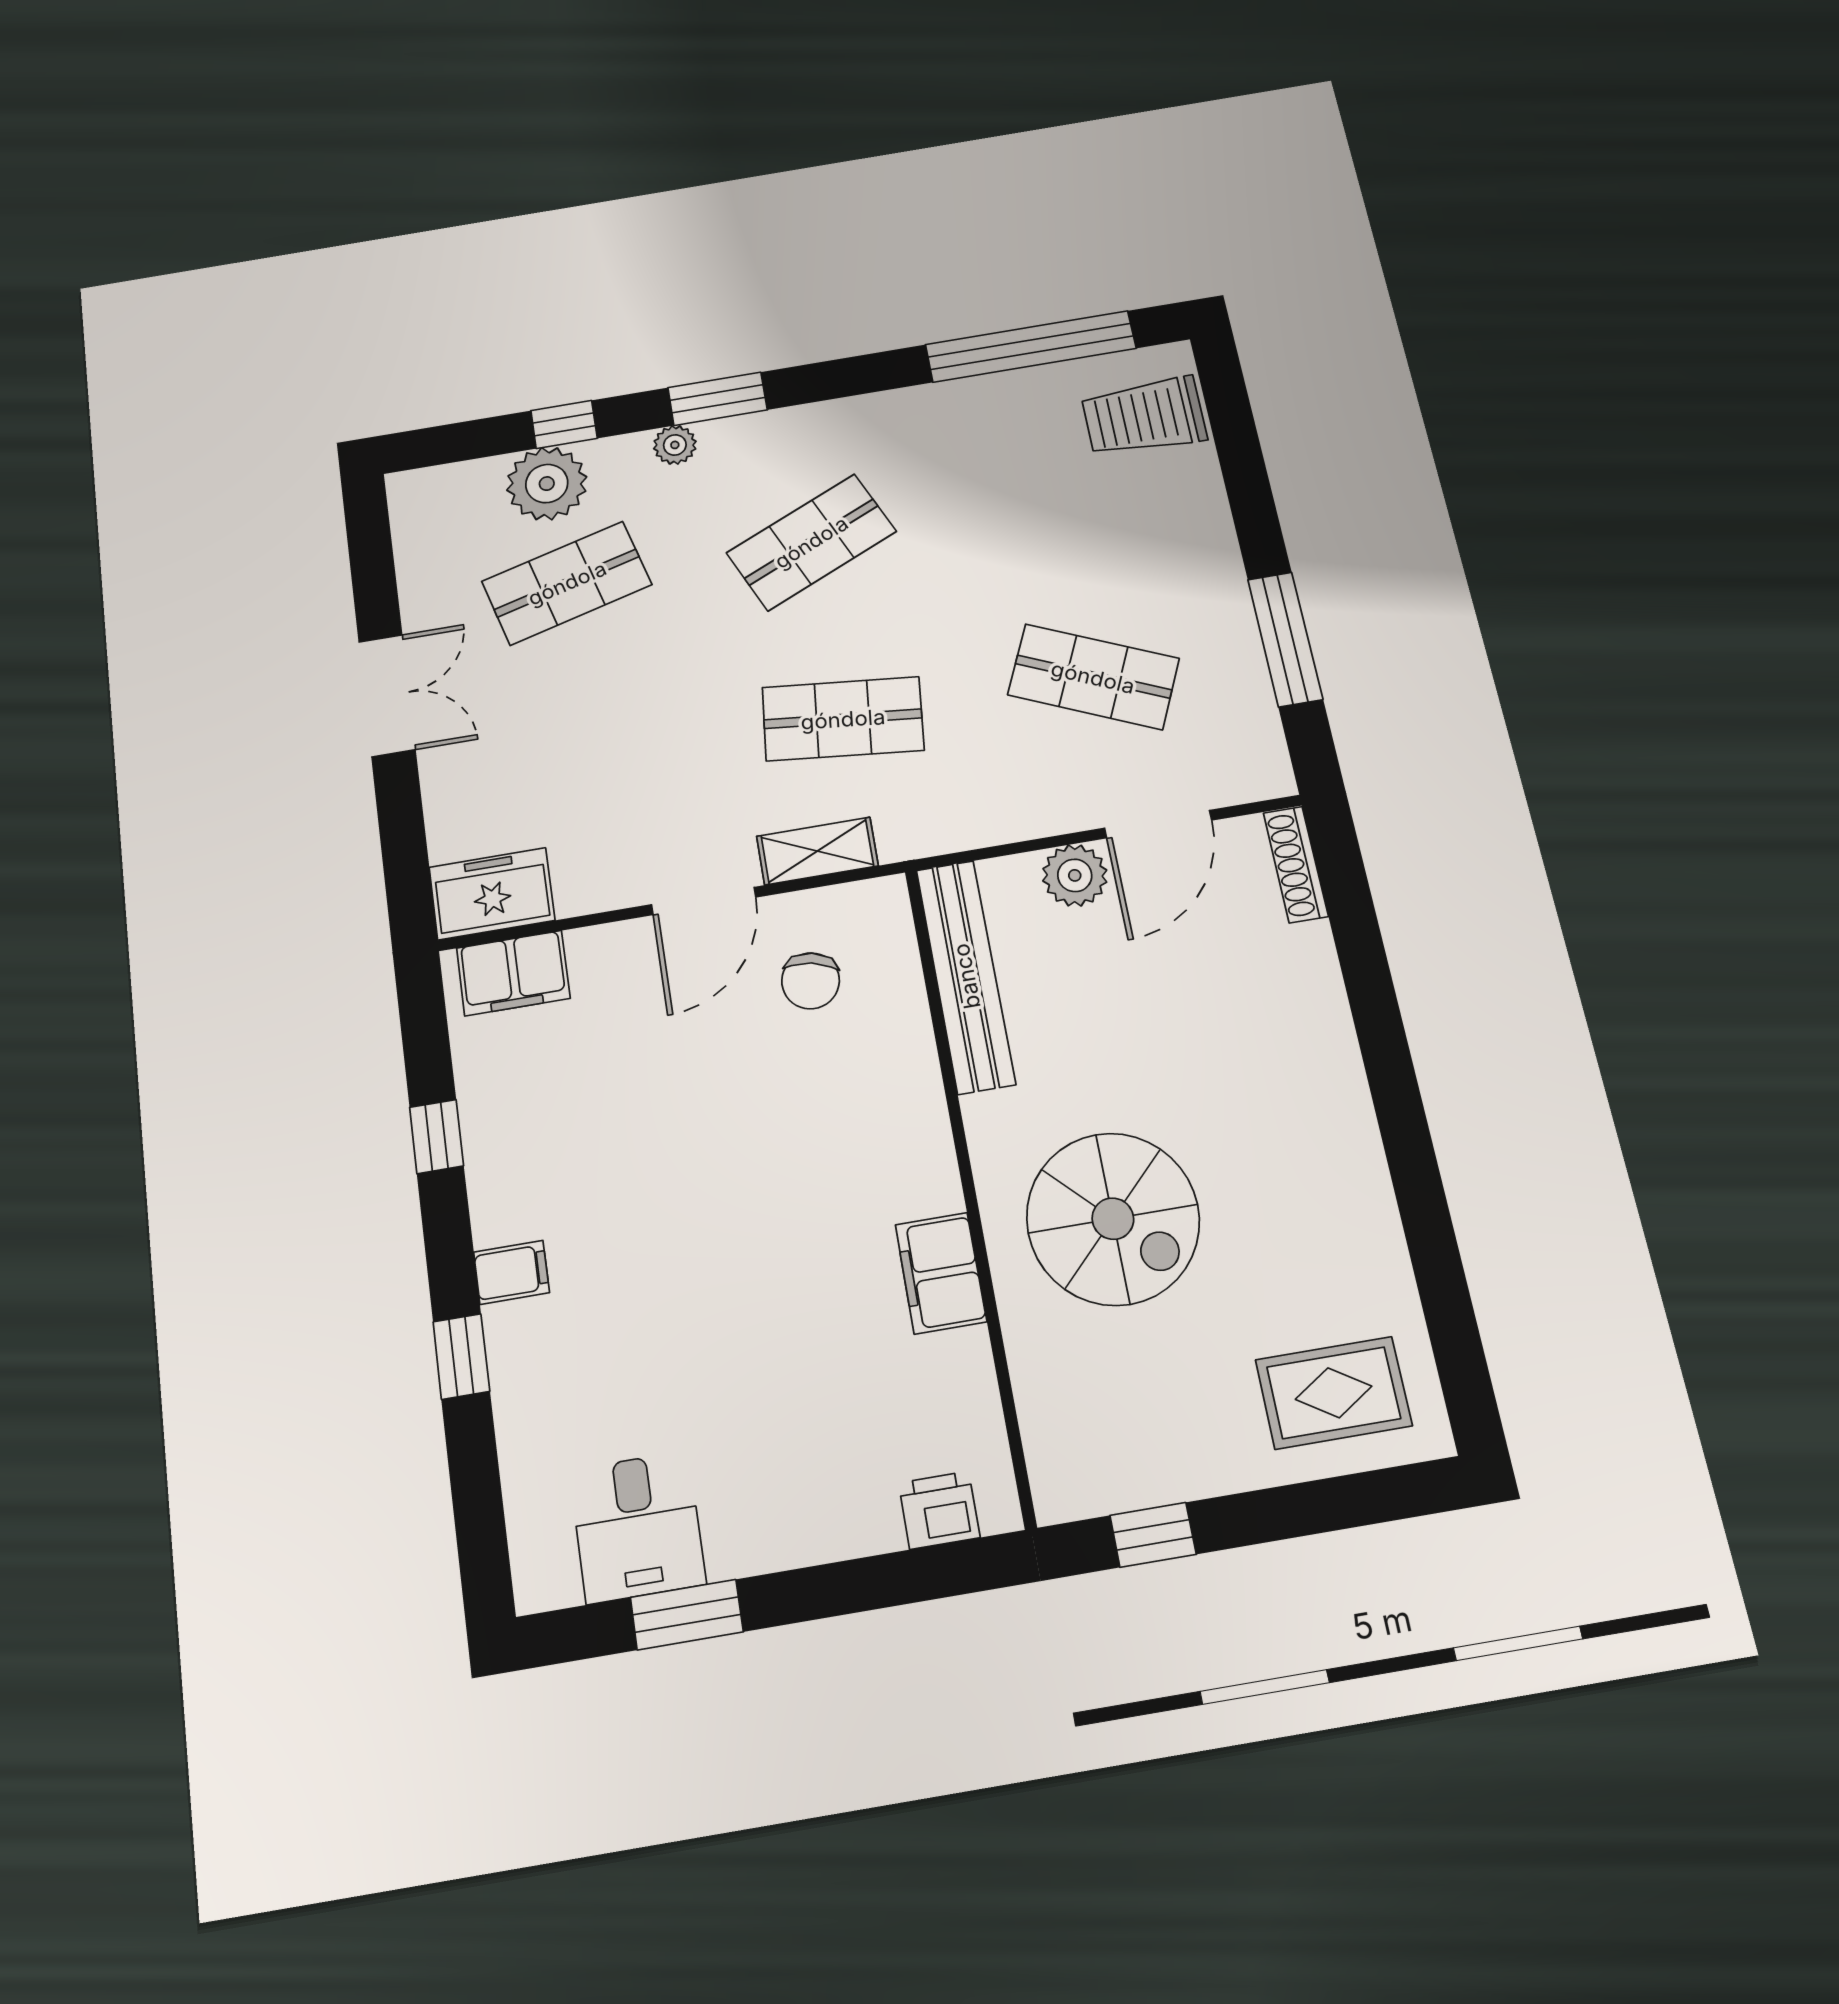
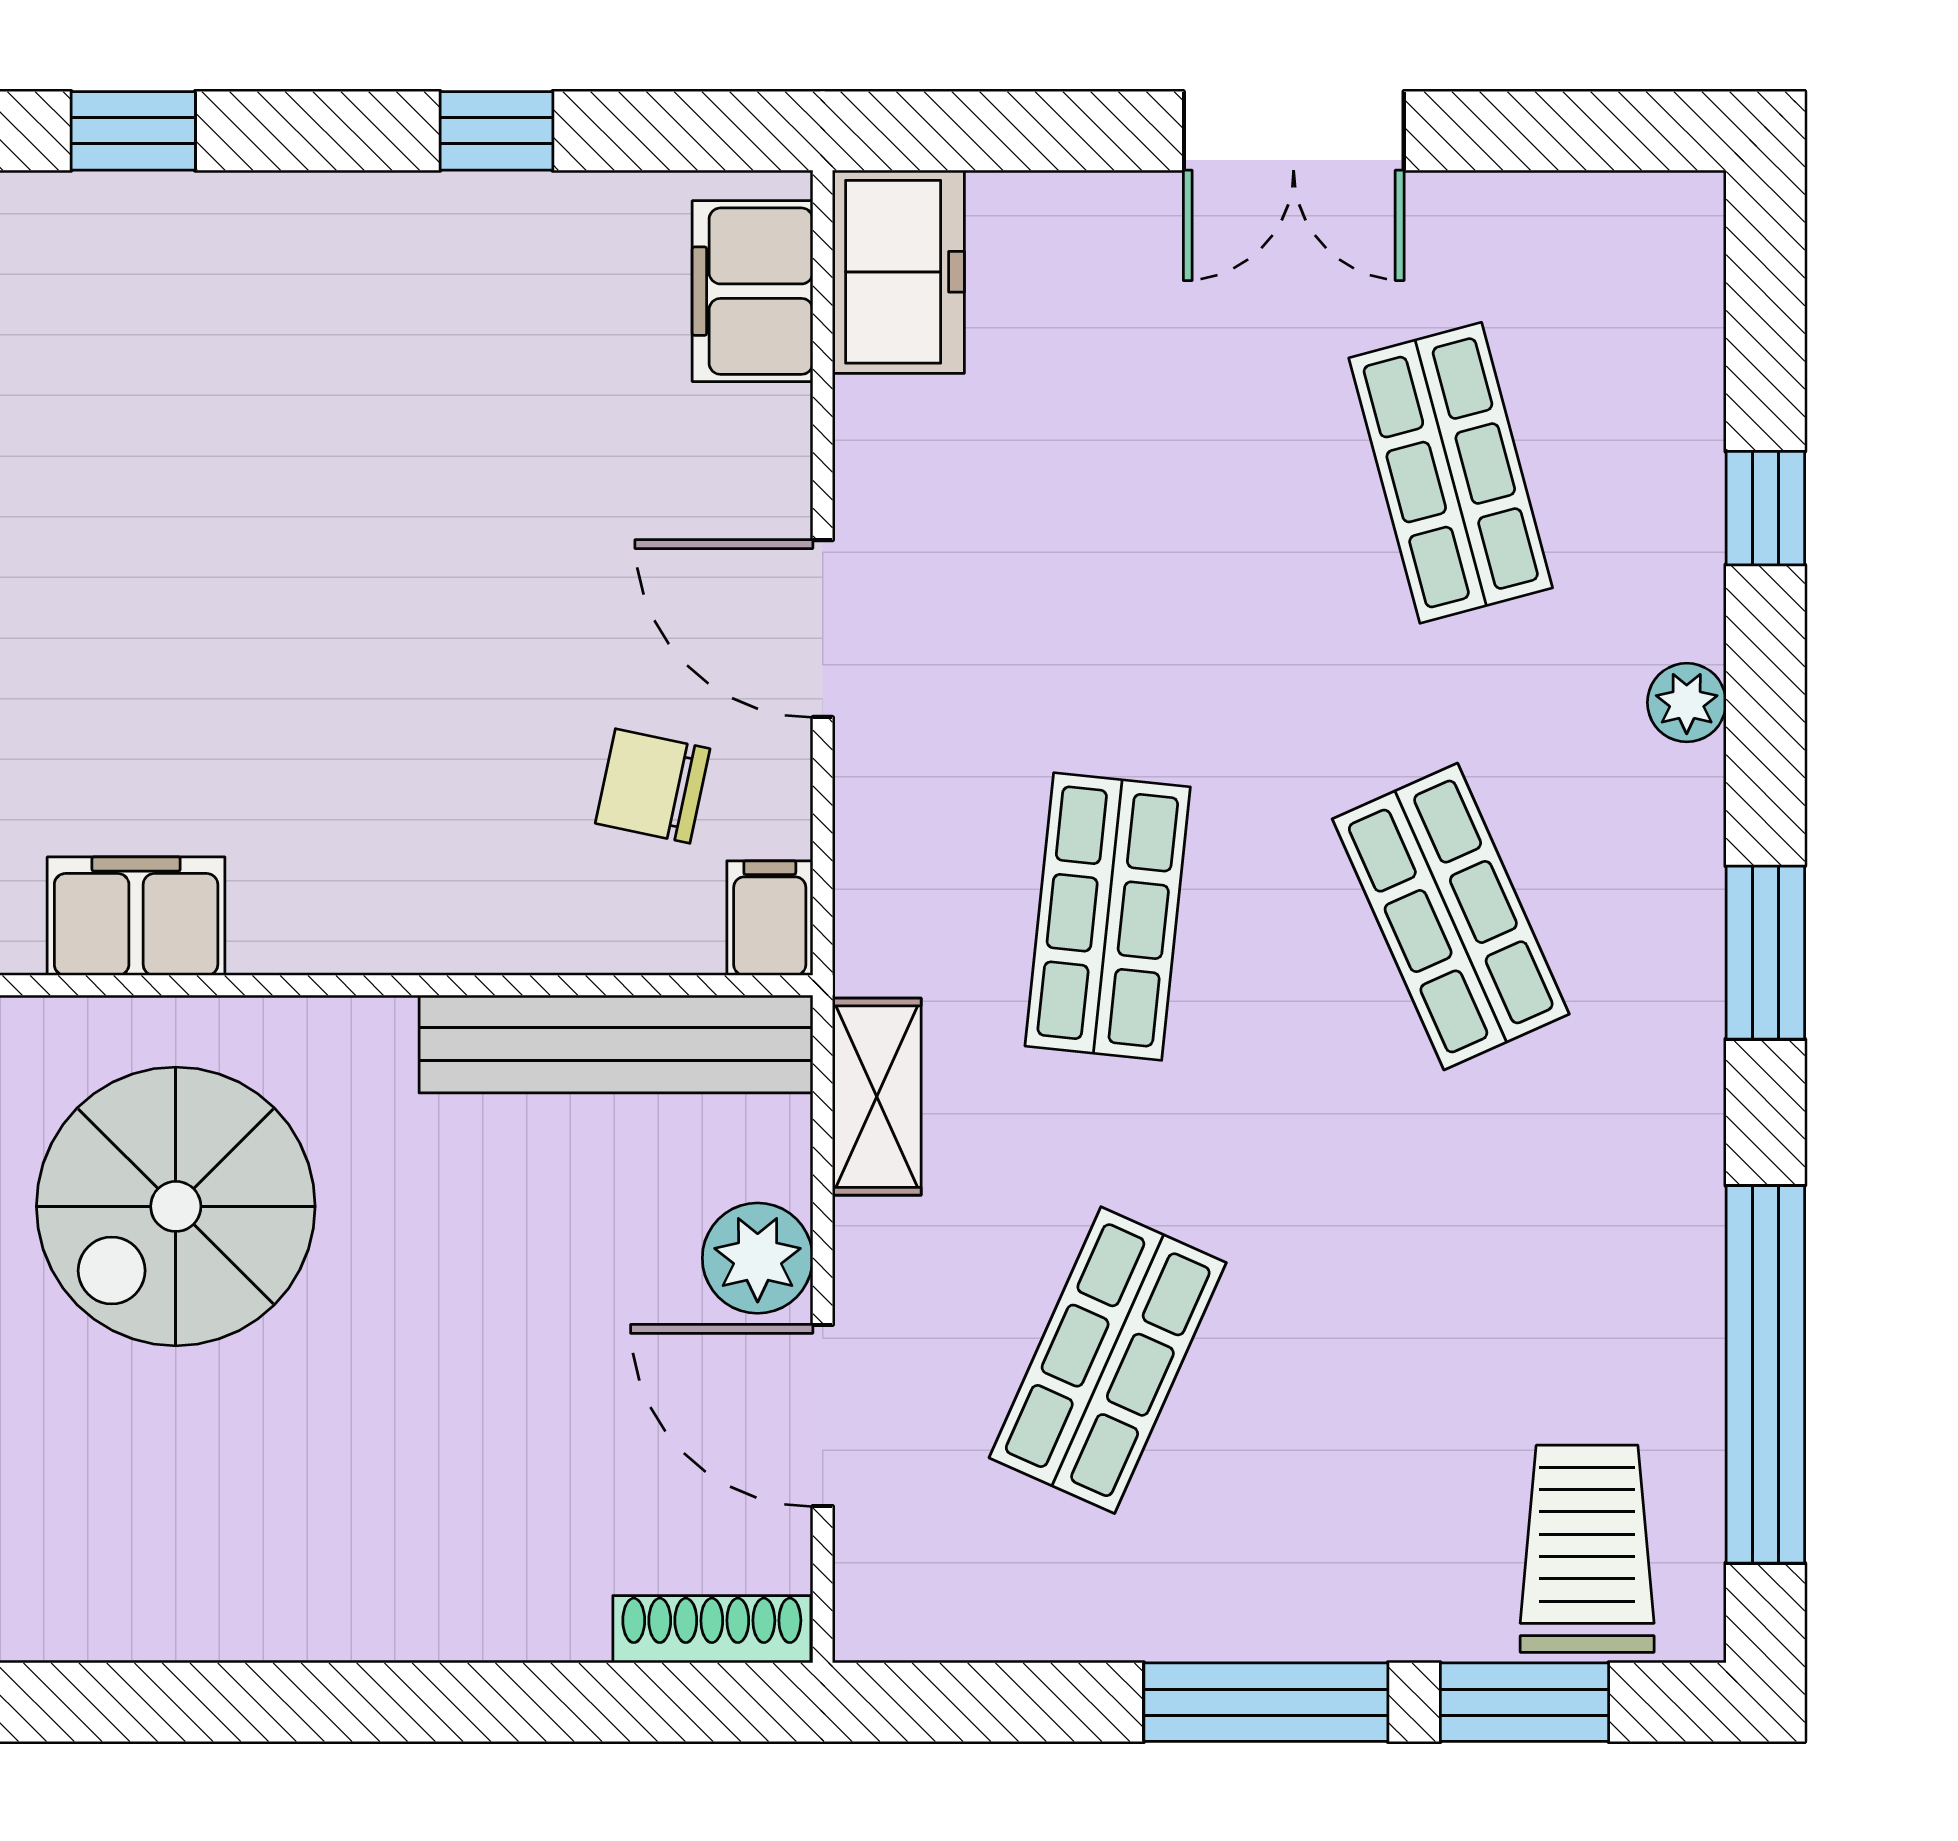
window: (718, 399) -> (1765, 953), moved
window: (1235, 433) -> (1524, 1702), added
plant: (547, 484) -> (1652, 462), removed
window: (1285, 639) -> (1266, 1702), moved
shelving: (817, 851) -> (877, 1097), moved
filing cabinet: (511, 1272) -> (770, 918), moved, turned 180

